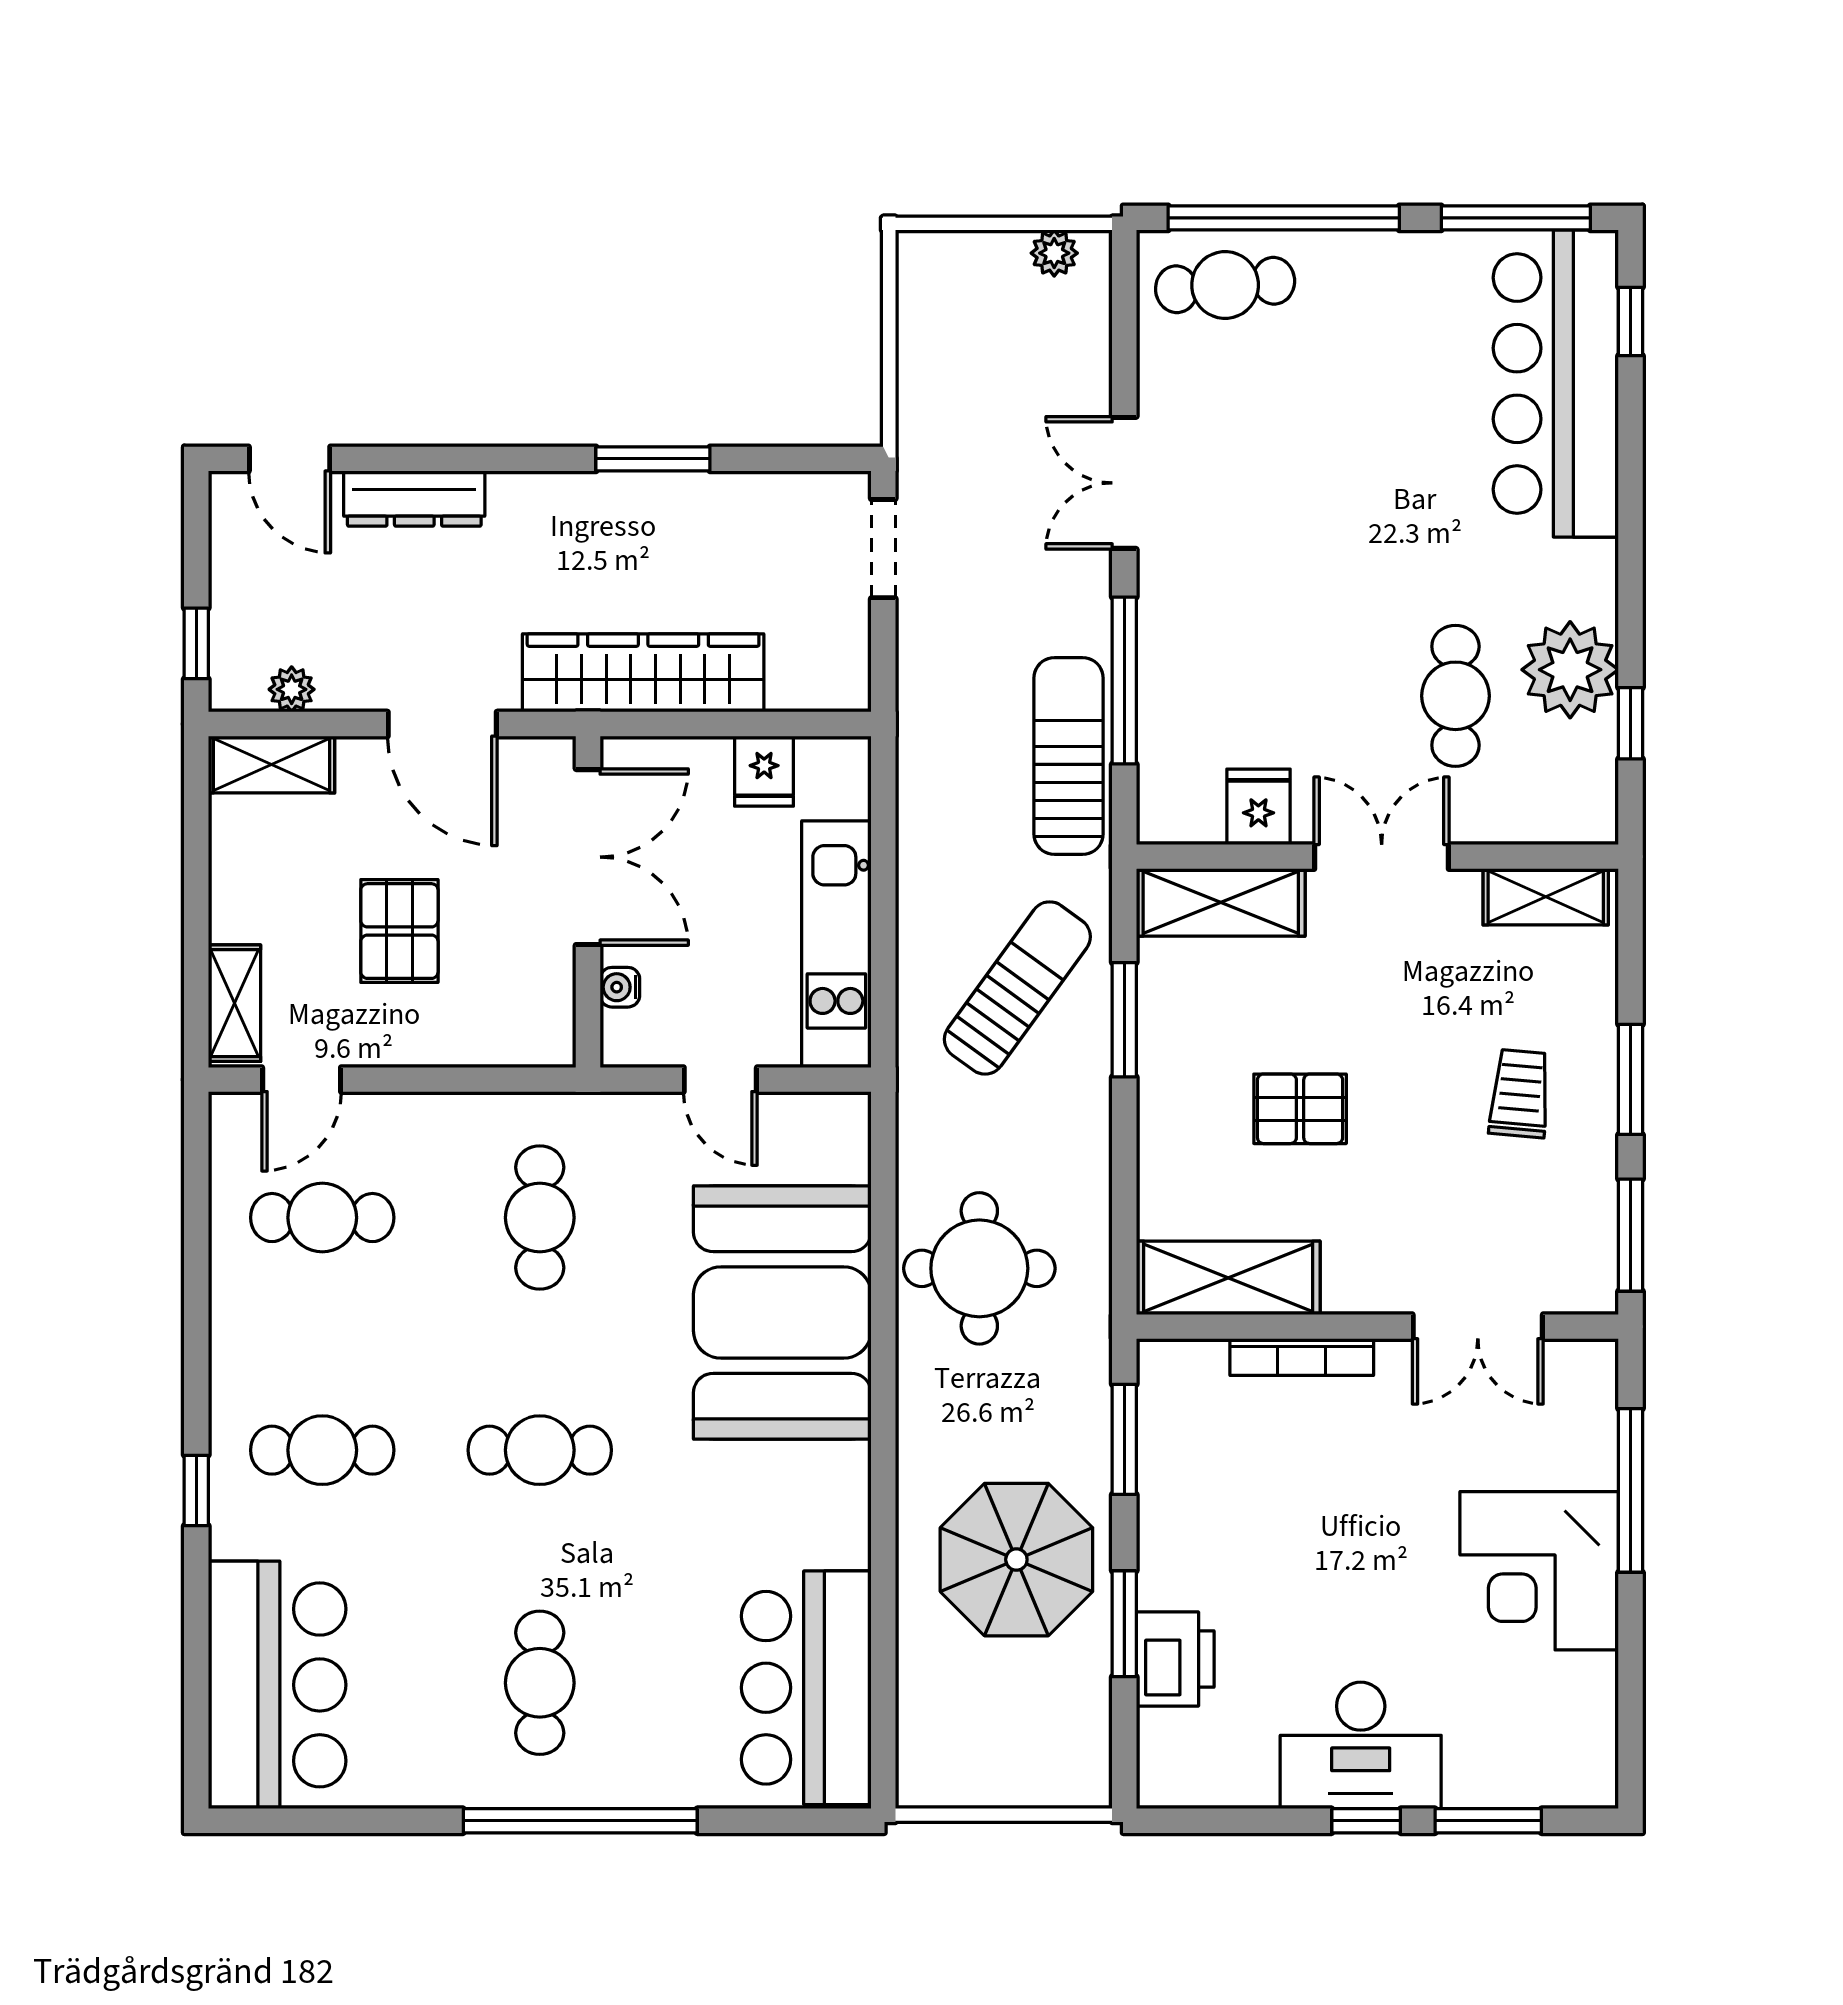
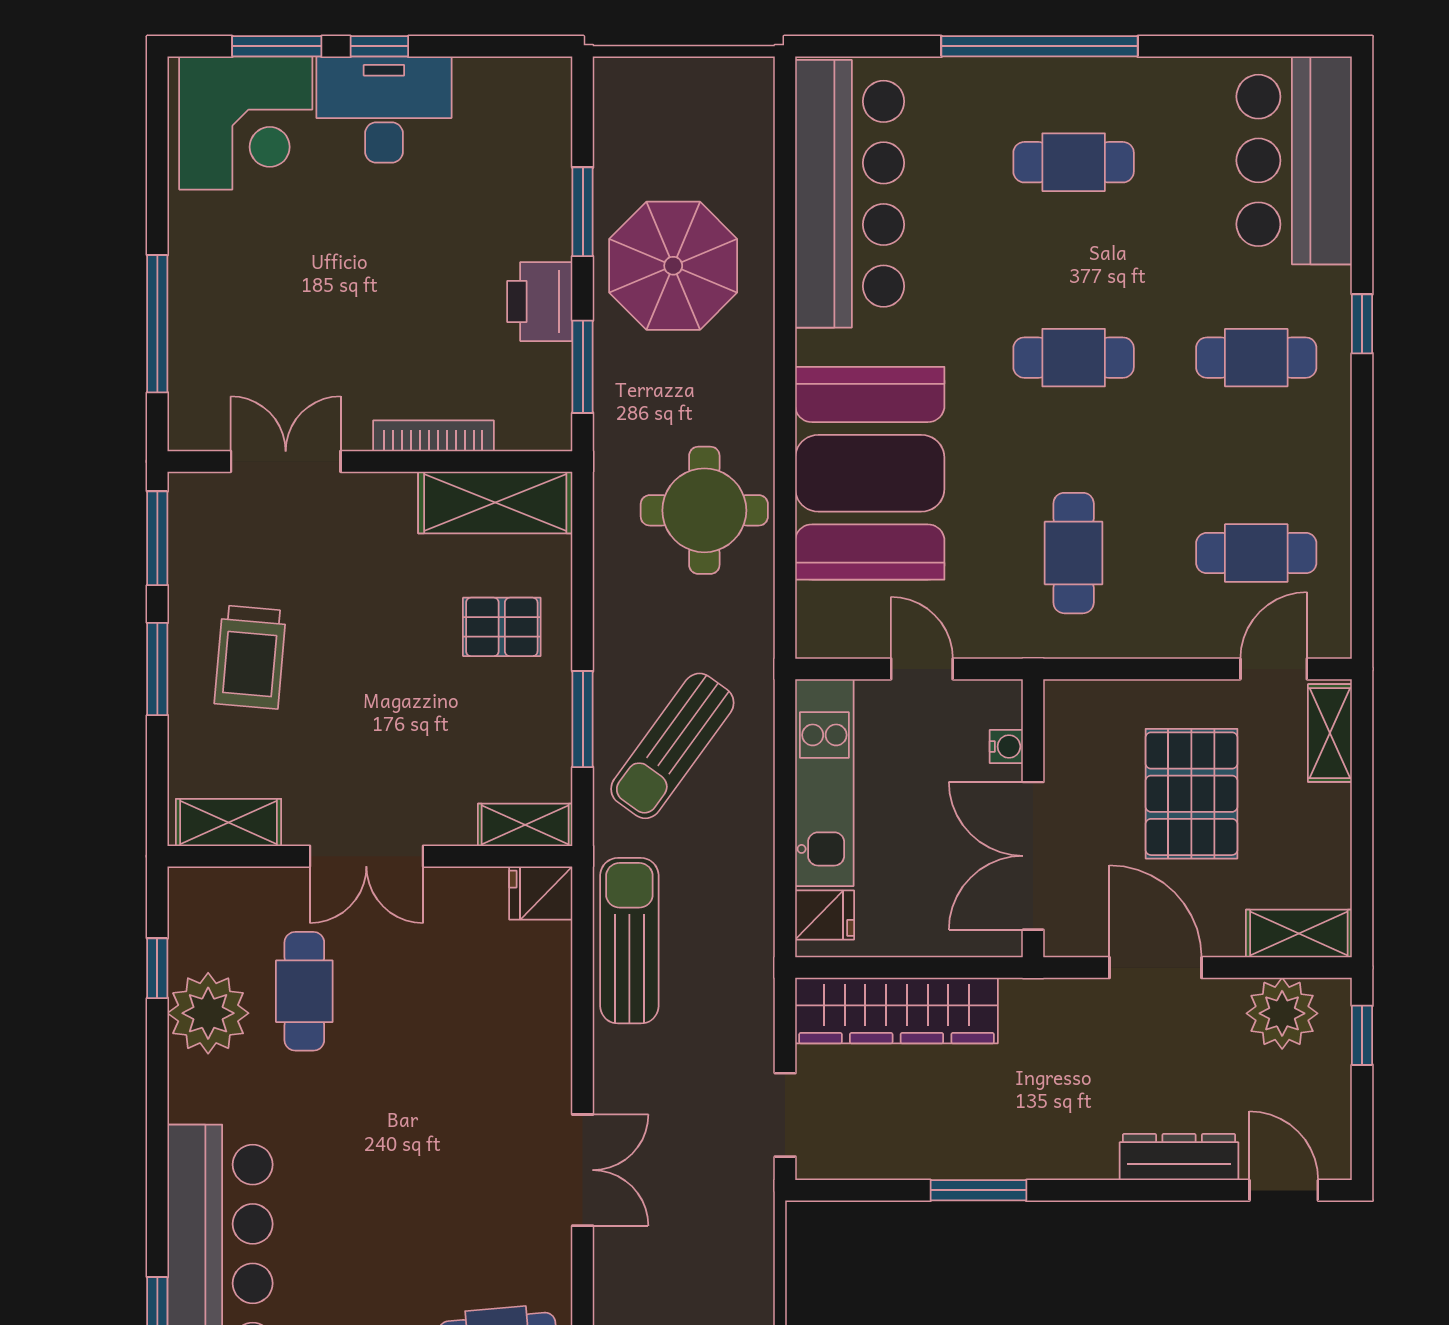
wardrobe: (643, 673) -> (897, 1011), moved
window: (1124, 681) -> (583, 1004), removed
plant: (292, 689) -> (1282, 1013), width x1.87, depth x1.87
sun lounger: (1069, 756) -> (629, 941), turned 180
fridge: (764, 771) -> (825, 915), moved, turned 90
fridge: (1258, 807) -> (541, 893), moved, turned 90
shelving: (1221, 902) -> (525, 825), width x0.67, depth x0.75
pallet: (399, 931) -> (1191, 794), width x1.50, depth x1.42
trolley: (1520, 1094) -> (250, 657), width x1.36, depth x1.39
pallet: (1300, 1109) -> (502, 627), moved
corner desk: (1539, 1571) -> (246, 123), moved, turned 90
printer: (1175, 1659) -> (540, 302), moved
cafe table: (540, 1683) -> (1074, 162), turned 90
bar counter: (806, 1688) -> (850, 194), width x1.36

